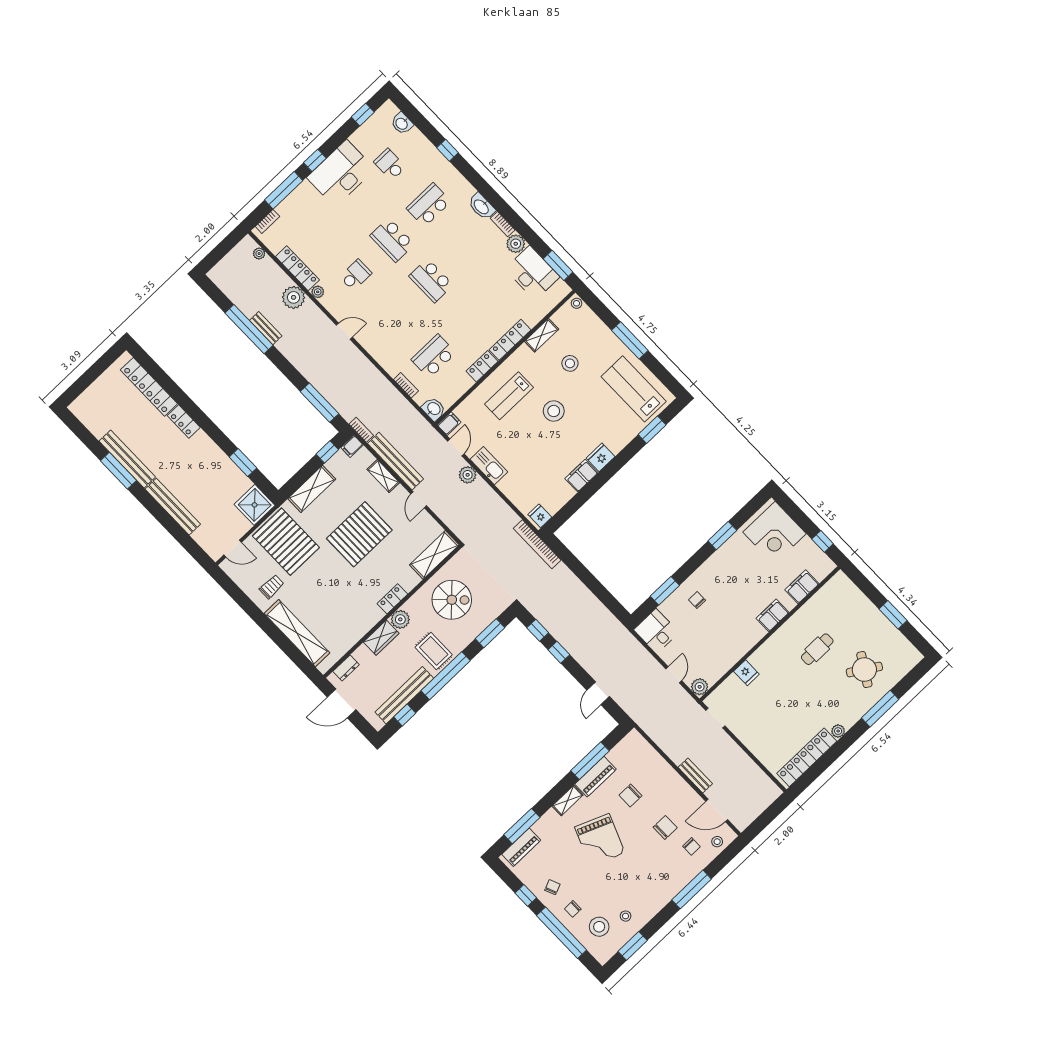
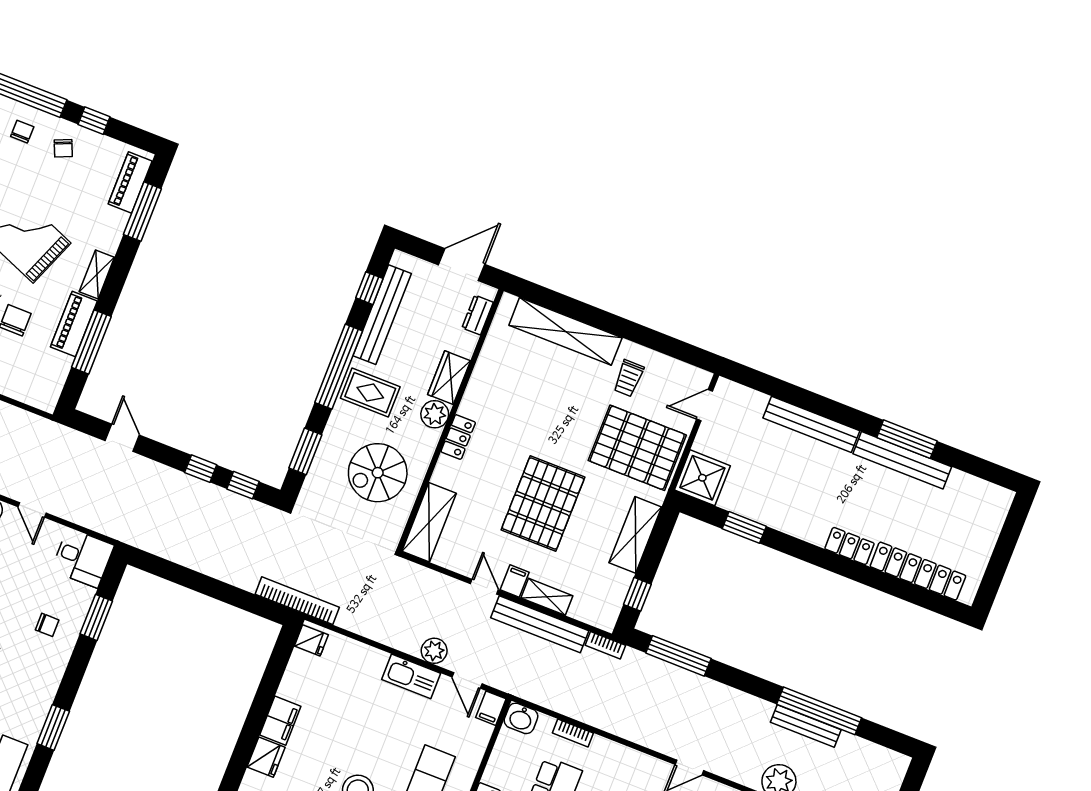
bench: (266, 328) -> (806, 726), width x1.36
filing cabinet: (352, 446) -> (515, 581), moved

